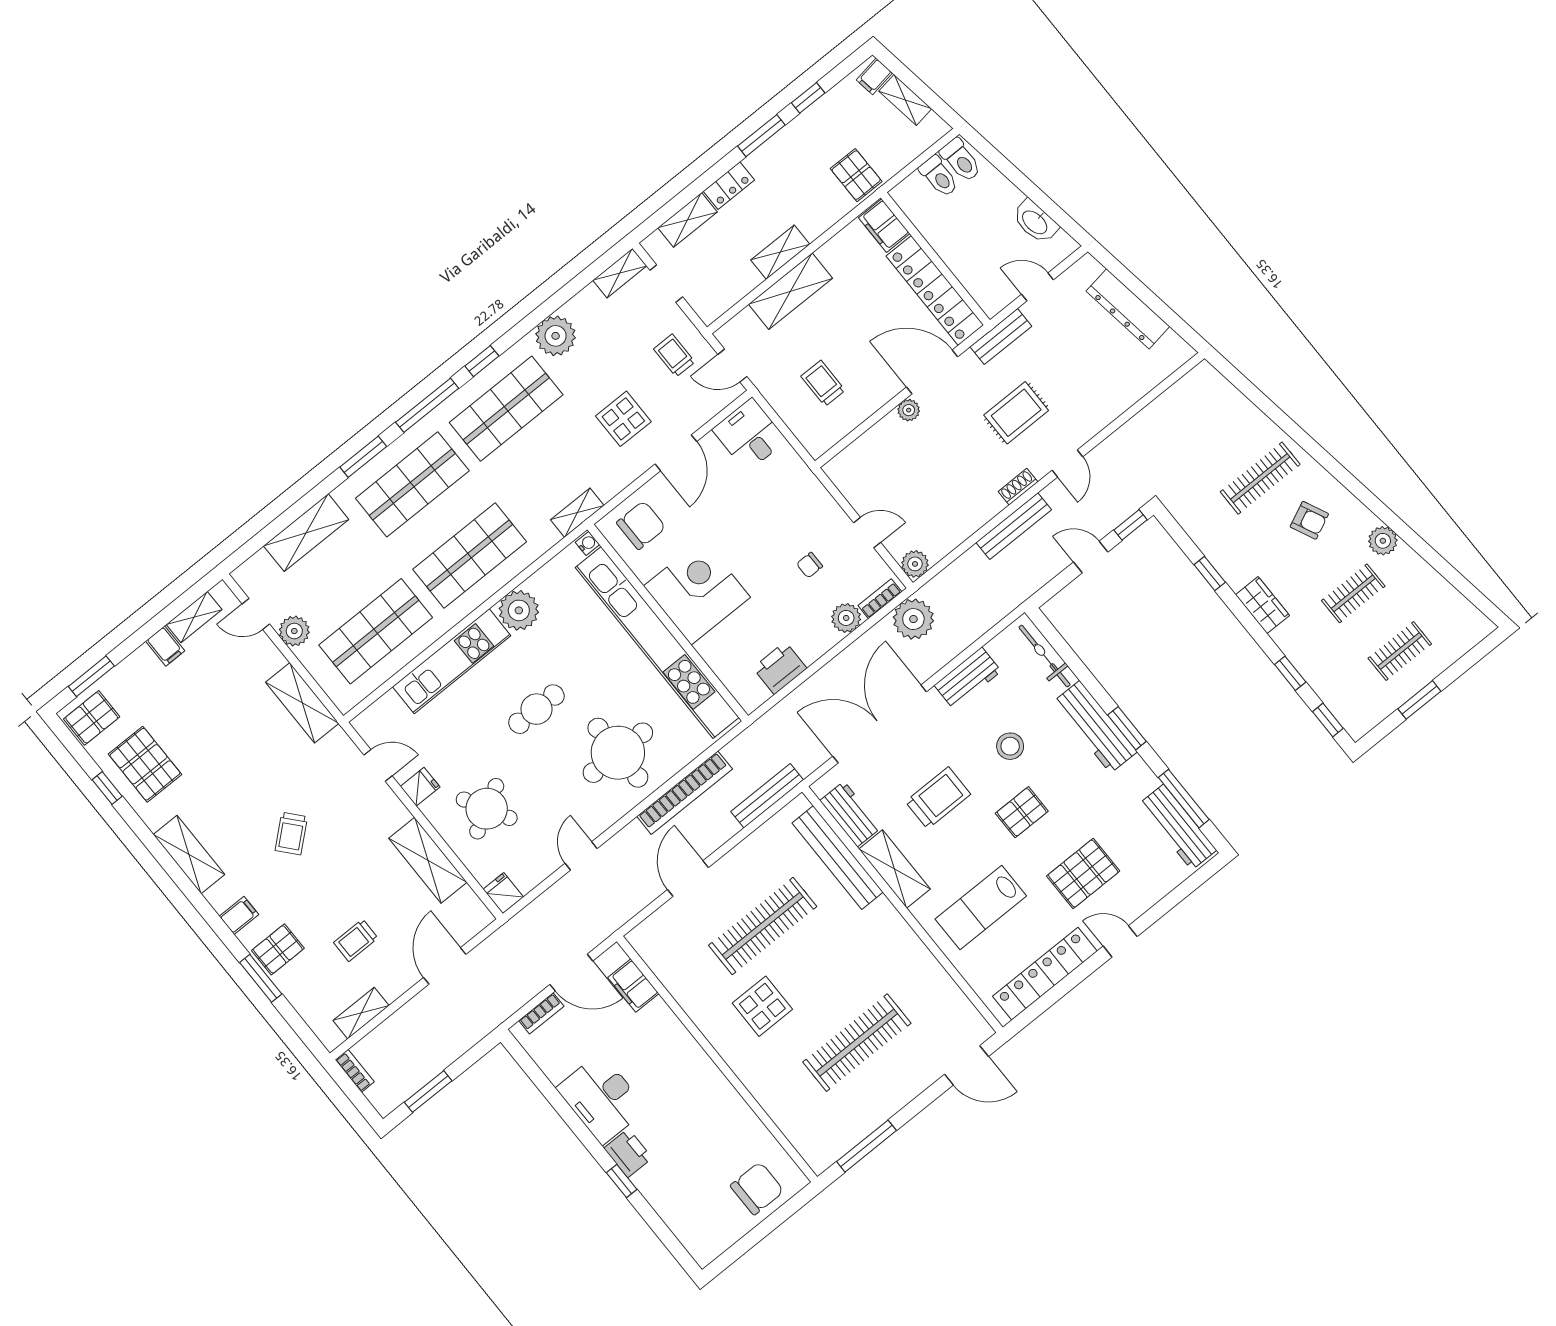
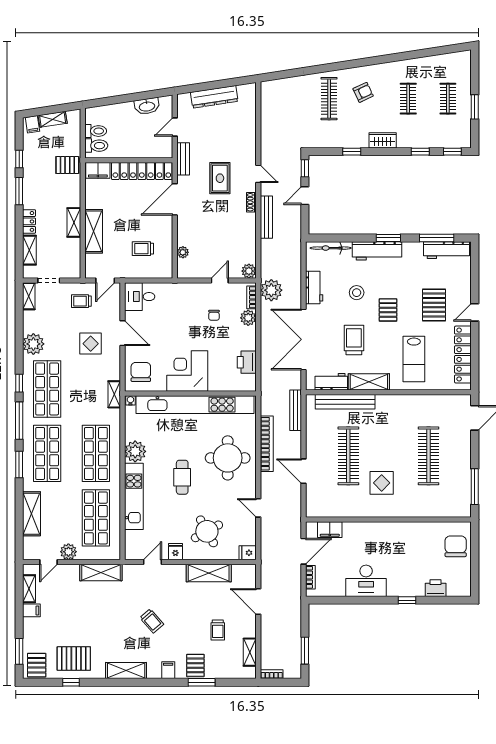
toilet: (961, 160) -> (96, 146), moved
plant: (909, 410) -> (183, 252), moved
plant: (1383, 541) -> (396, 69), removed
printer: (628, 1153) -> (436, 588), moved

